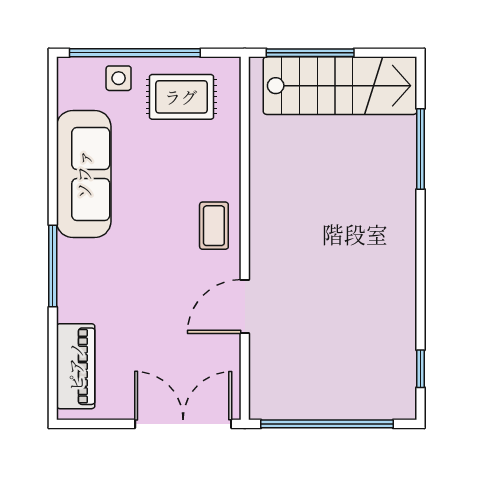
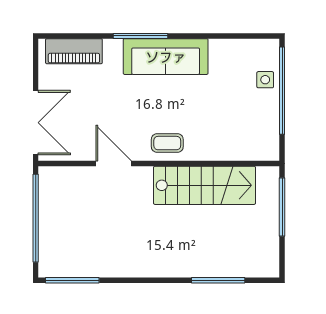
stairs: (340, 86) -> (205, 185), moved, turned -90
rug: (181, 97) -> (253, 121), removed
sofa: (84, 174) -> (166, 57), moved
window: (421, 369) -> (72, 280), width x2.17

